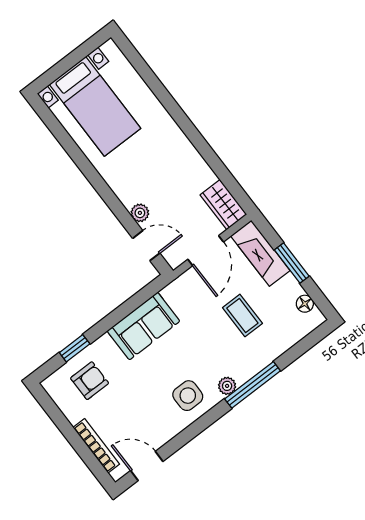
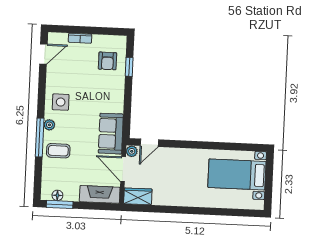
plant: (140, 213) -> (132, 151), moved
window: (292, 263) -> (60, 204), moved
coffee table: (242, 316) -> (58, 151), moved
sofa: (143, 326) -> (111, 134), moved
bookcase: (96, 446) -> (80, 38), width x0.64

